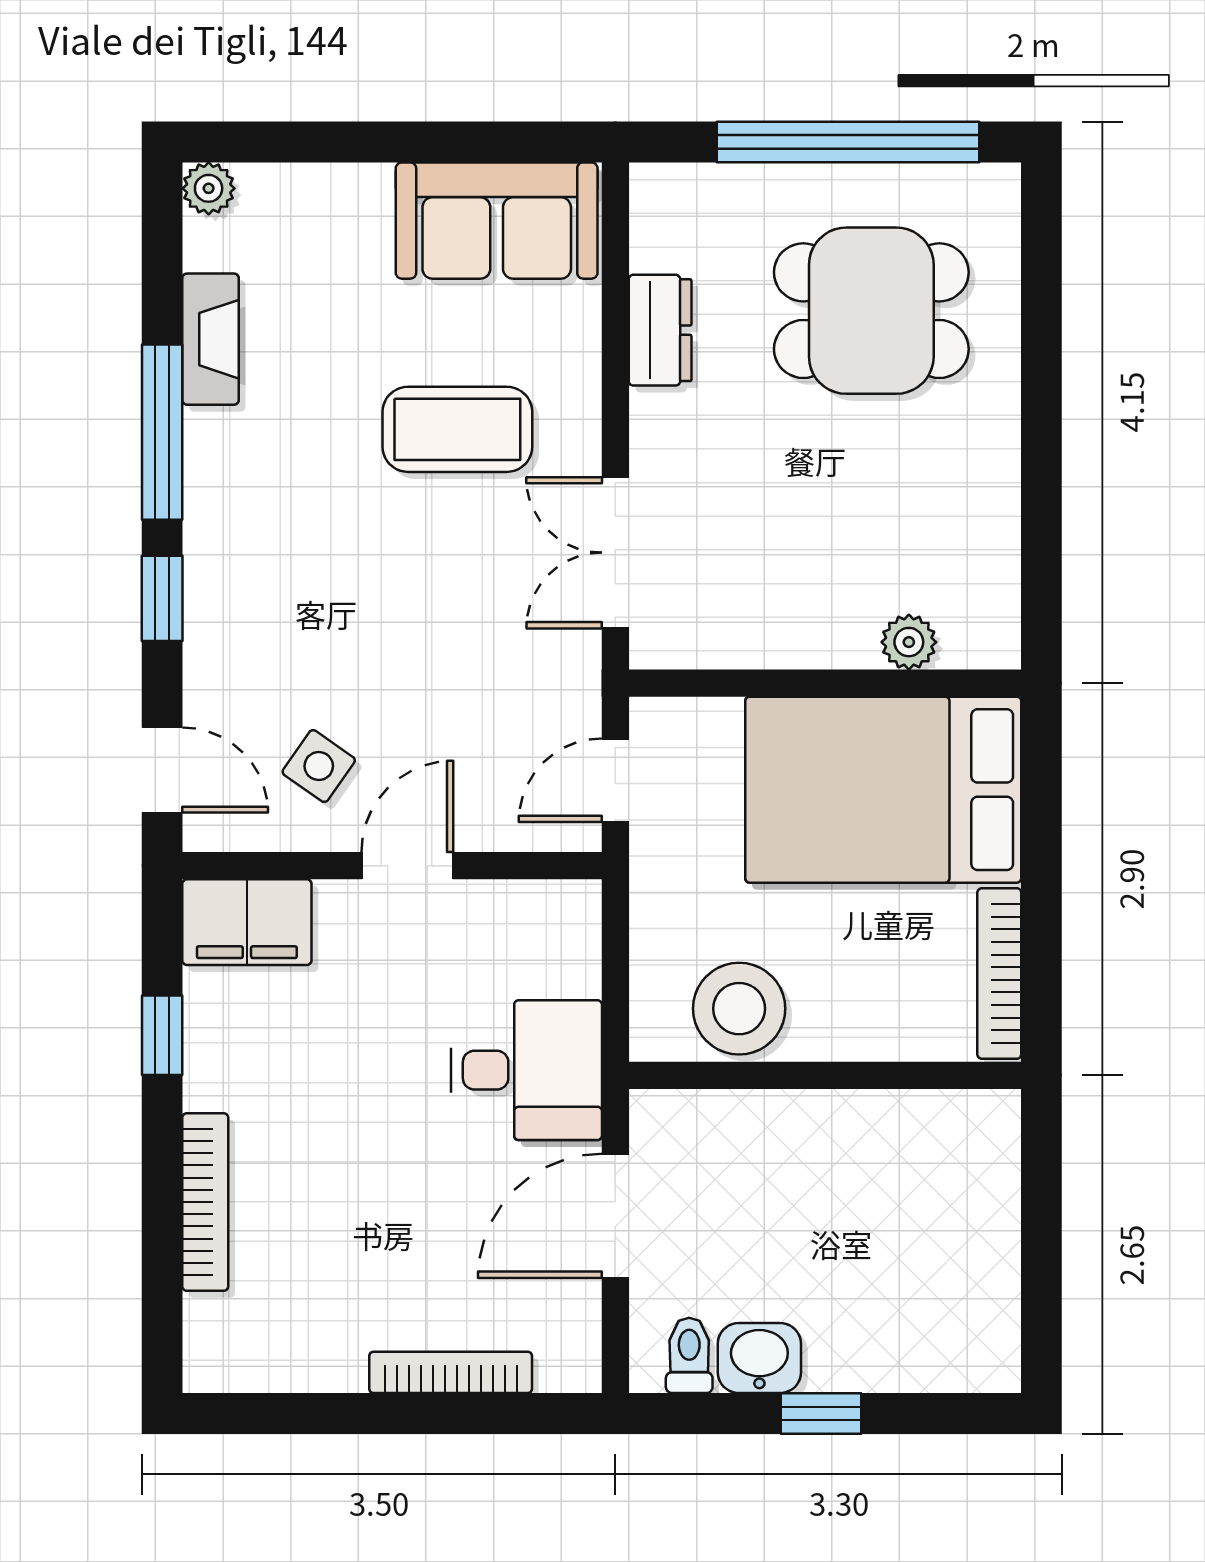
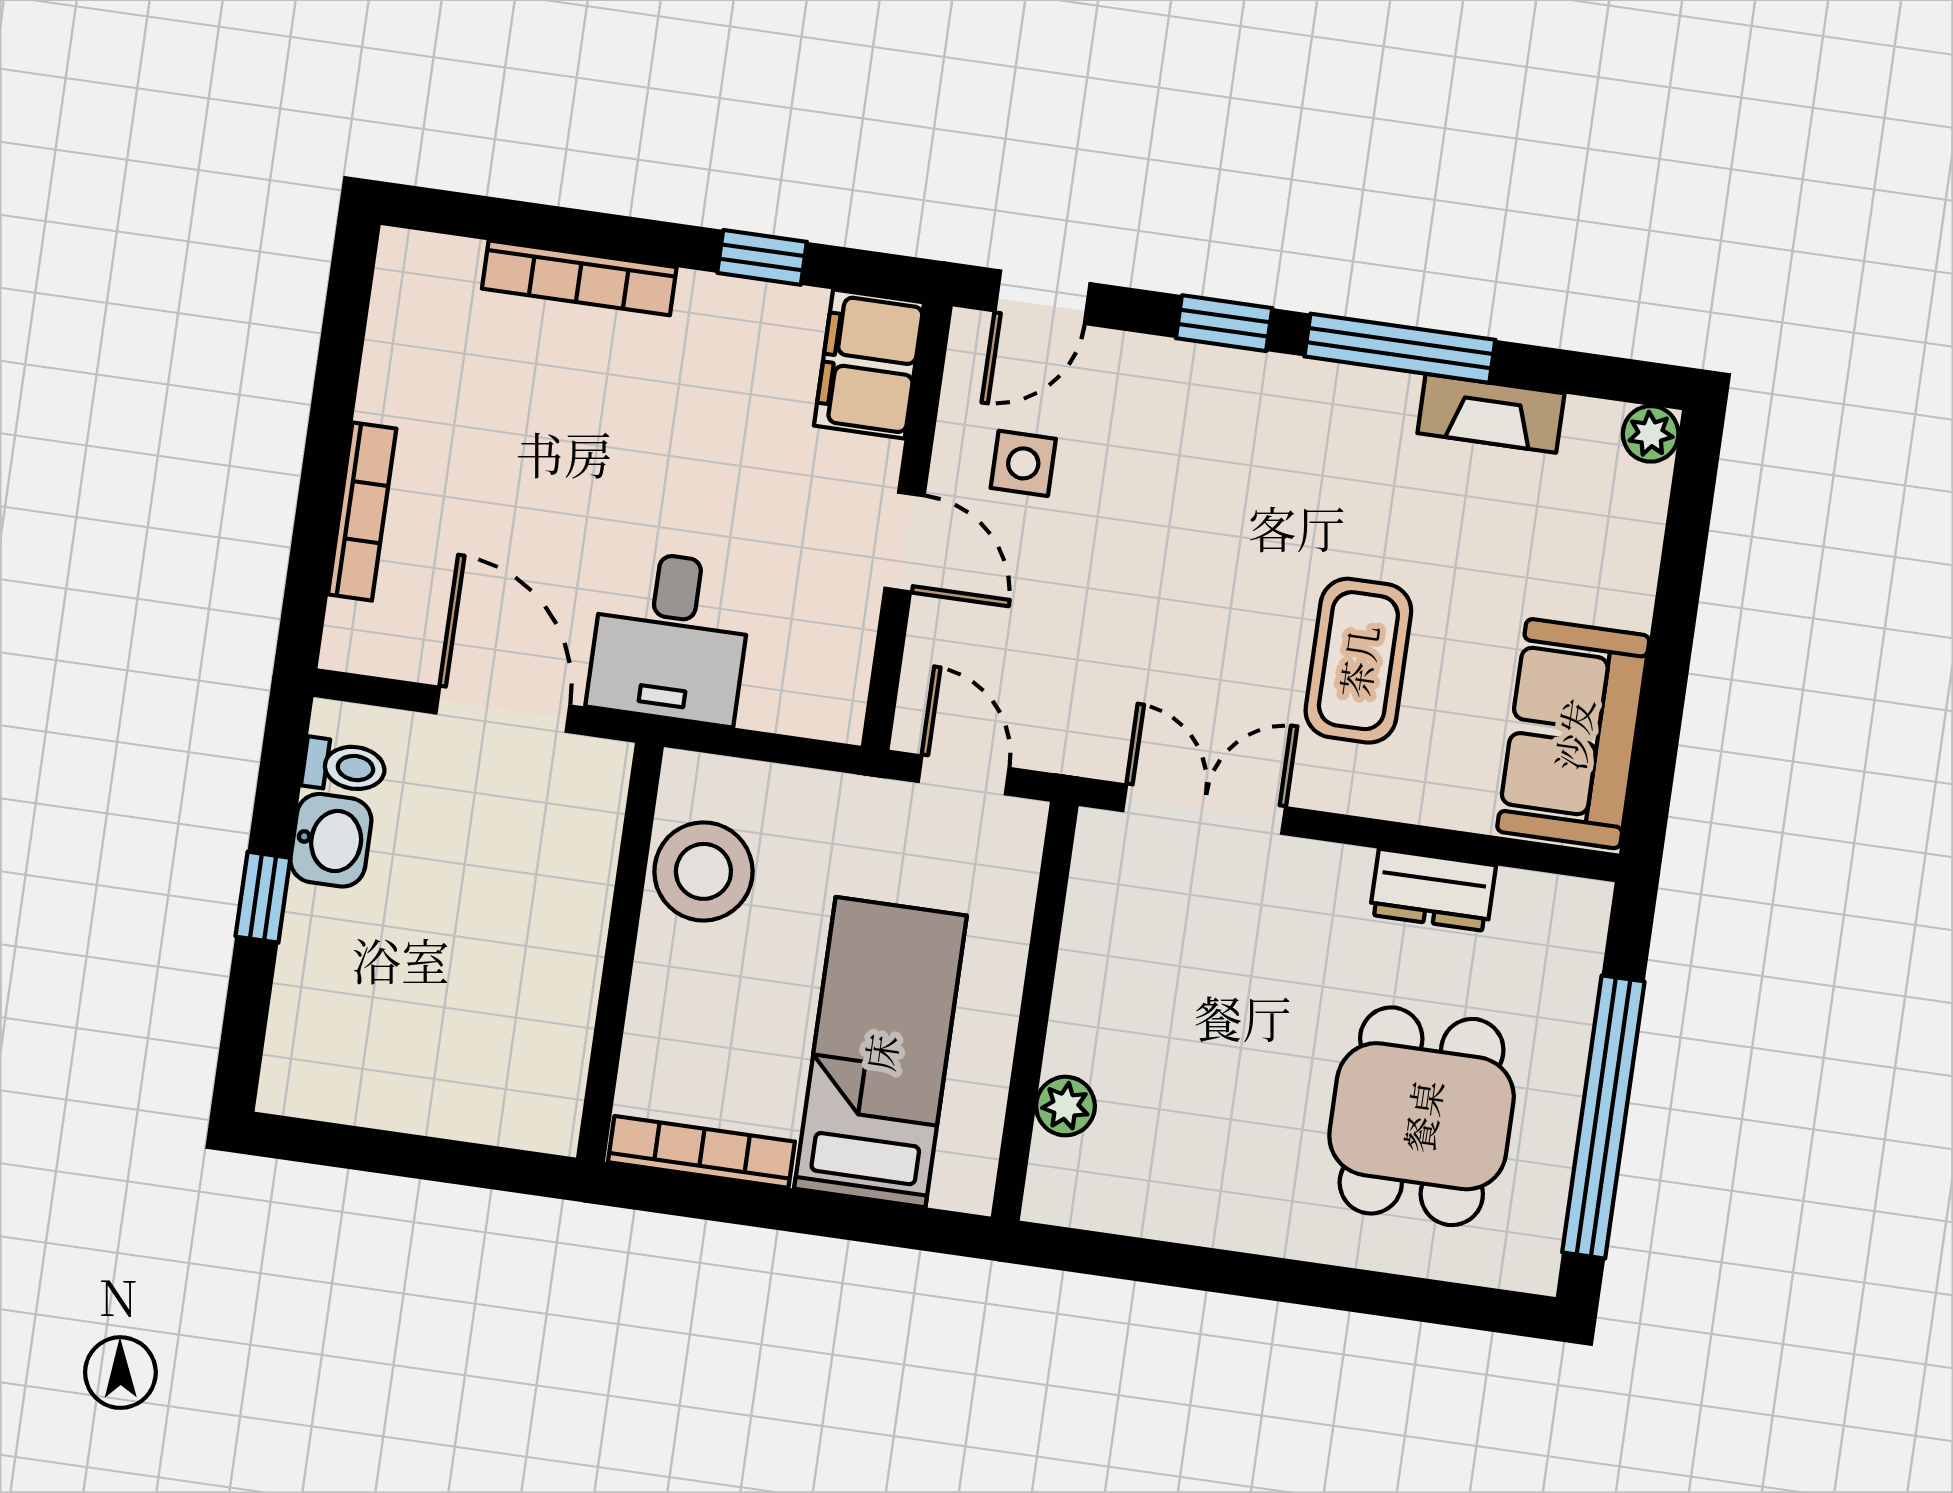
side table: (319, 766) -> (1023, 463), turned -35
bed: (883, 790) -> (880, 1052), width x0.67

